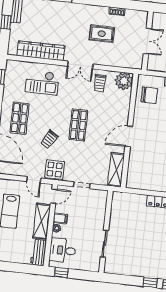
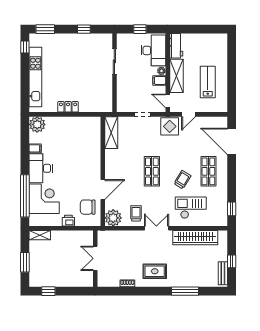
rug: (102, 34) -> (155, 271), moved
door: (129, 136) -> (103, 189), moved
trolley: (49, 139) -> (182, 180), moved
door: (34, 180) -> (189, 114), swing flipped
door: (54, 196) -> (168, 101), hinge flipped
desk: (63, 250) -> (153, 50), width x1.37
window: (61, 273) -> (140, 29), moved
window: (150, 282) -> (84, 29), moved

